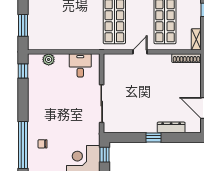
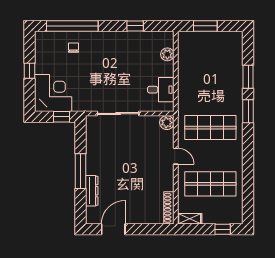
plant: (110, 60) -> (167, 123), added
window: (23, 71) -> (135, 26), moved
window: (154, 137) -> (81, 171), width x2.17

